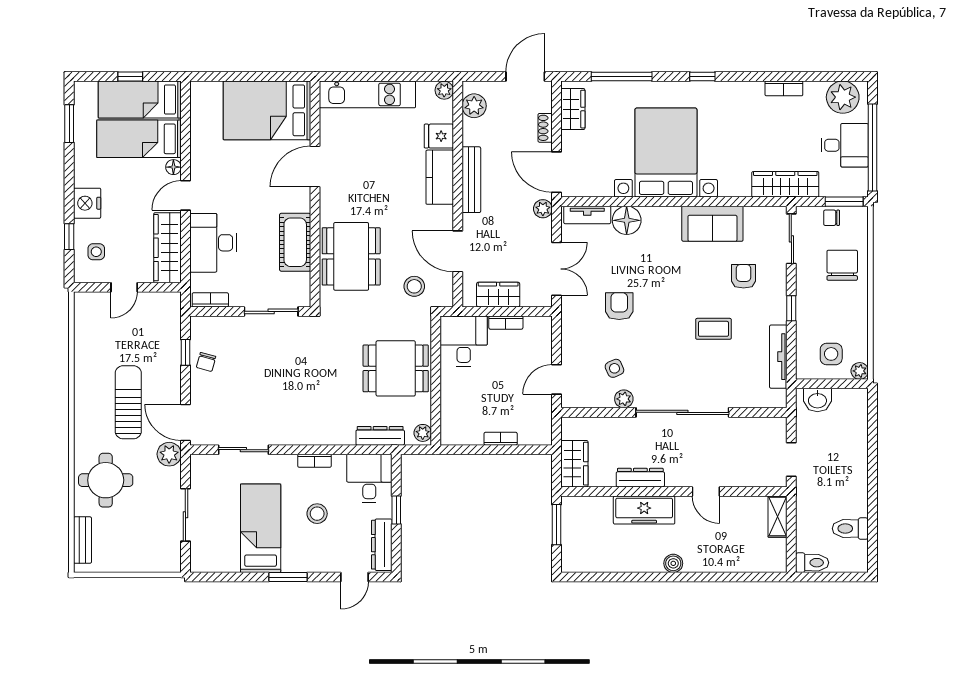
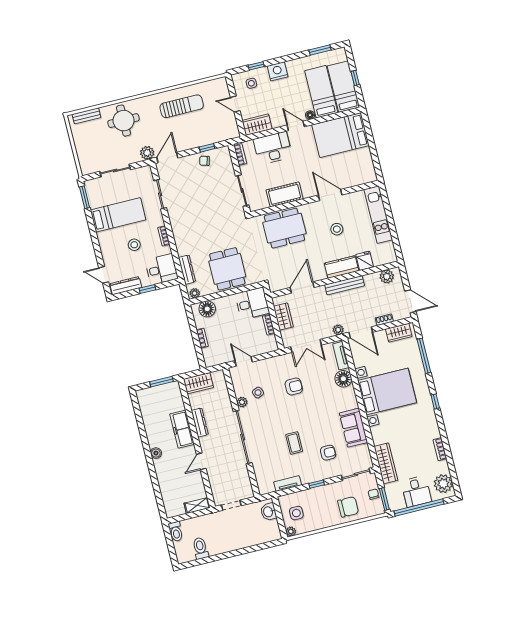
plant: (444, 90) -> (391, 257), removed
bed: (267, 110) -> (340, 135), moved, turned -90
door: (556, 172) -> (361, 332), swing flipped
wardrobe: (167, 248) -> (257, 125), width x0.67
stool: (414, 286) -> (337, 229), moved
tv unit: (778, 357) -> (288, 484), width x0.71
sun lounger: (128, 402) -> (182, 106), moved
floor lamp: (454, 418) -> (207, 309), added
window: (288, 577) -> (84, 197), moved

